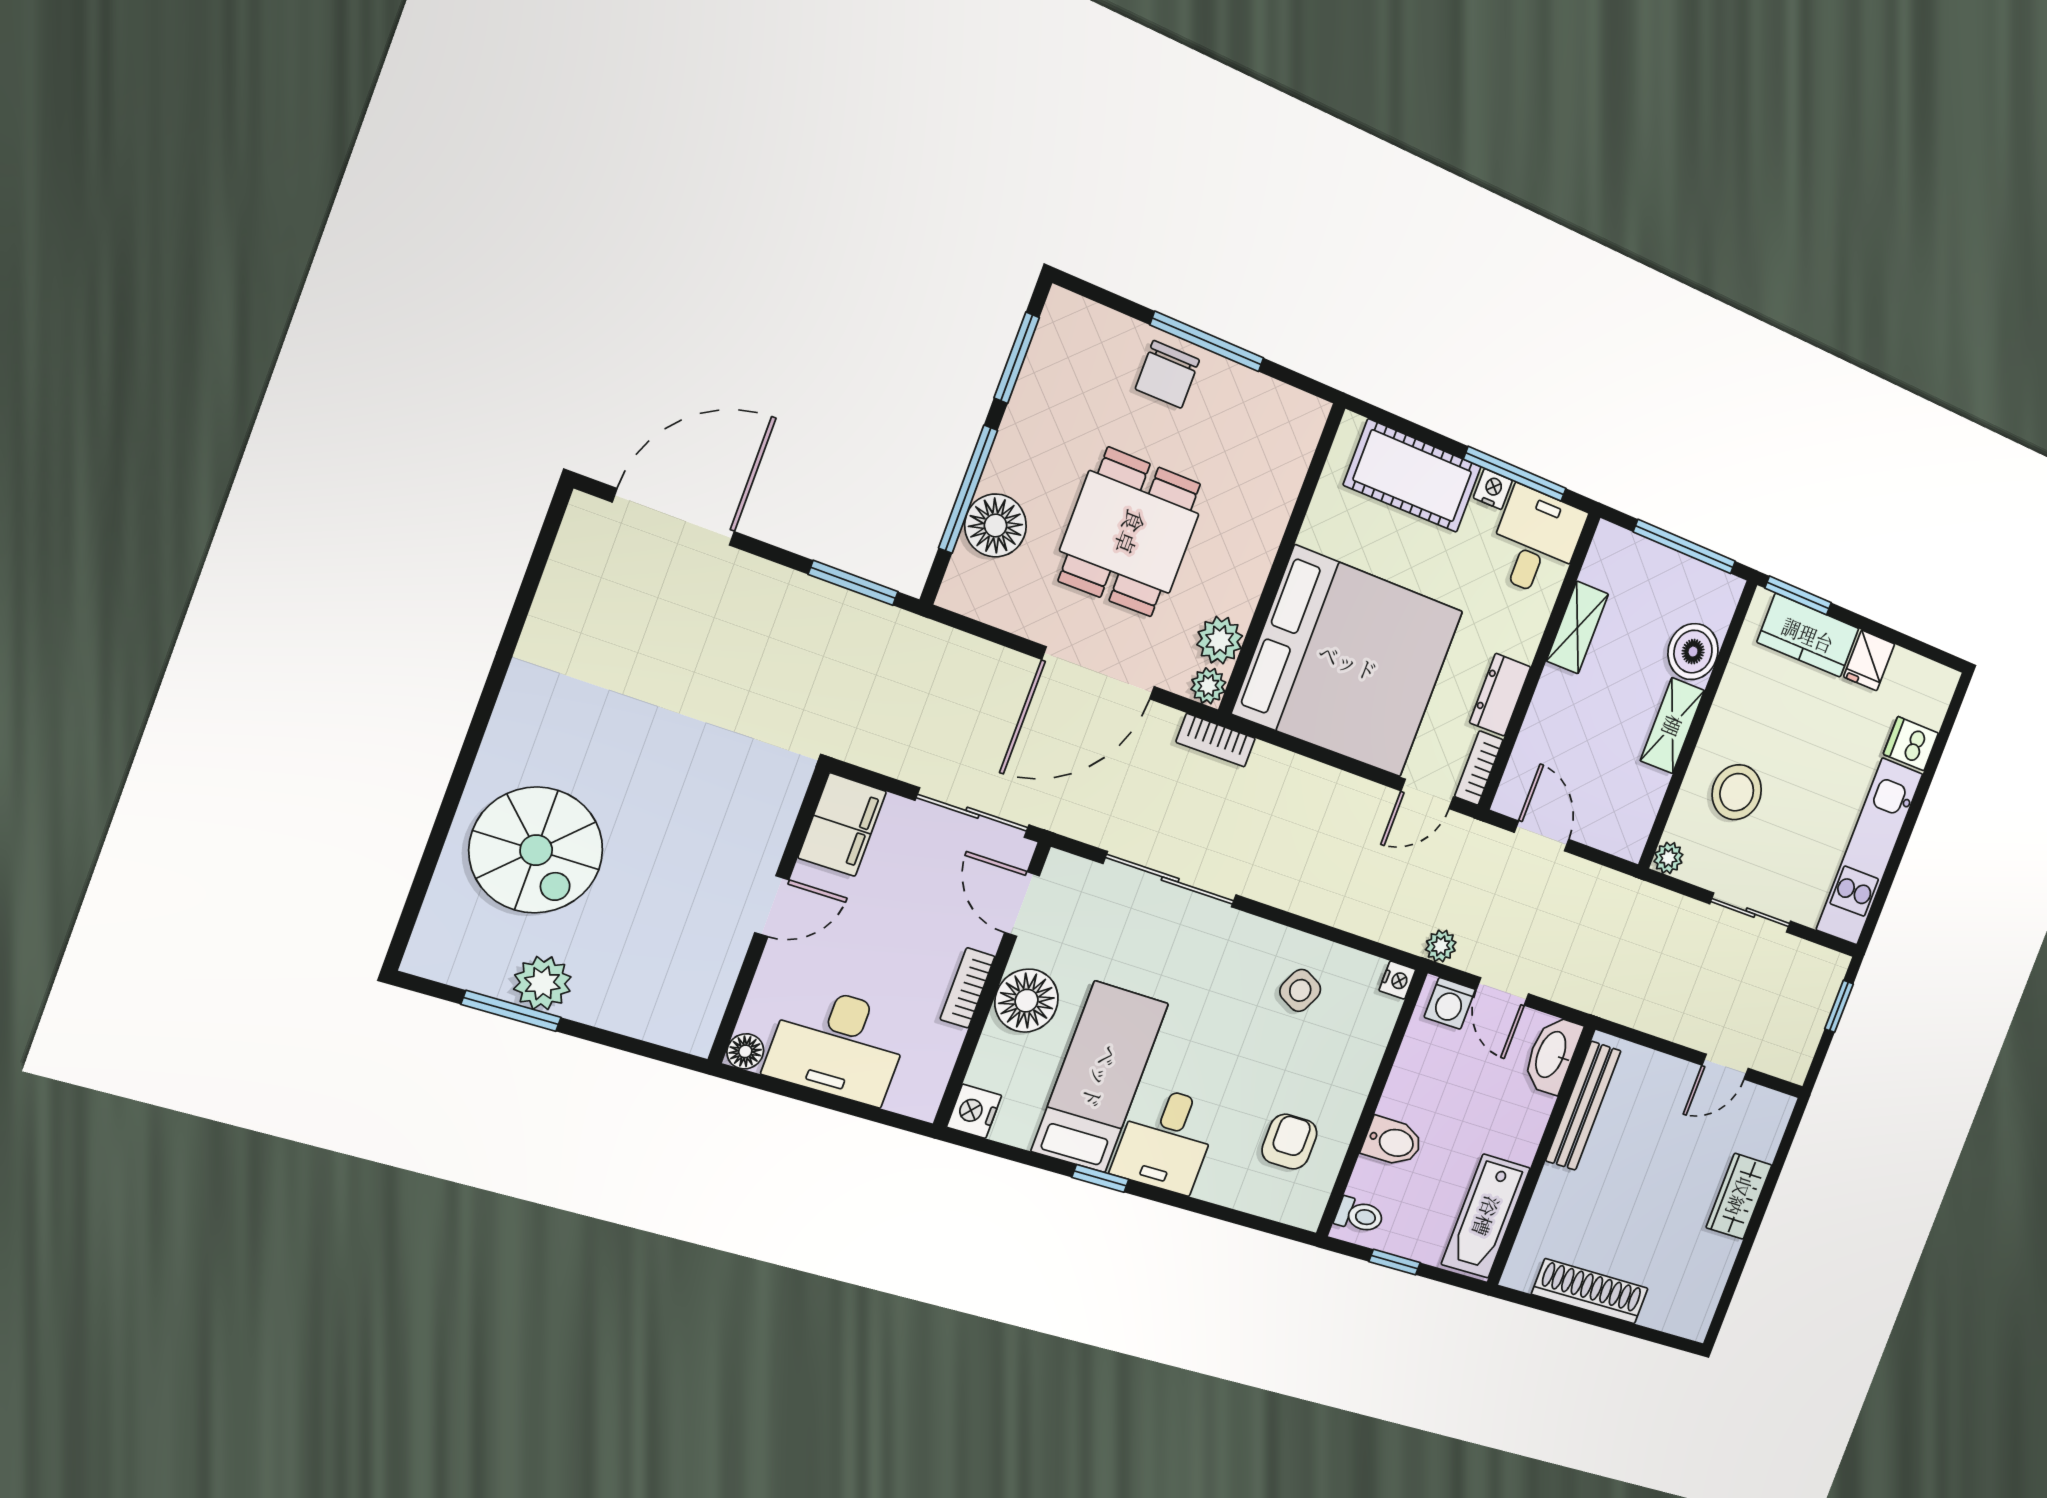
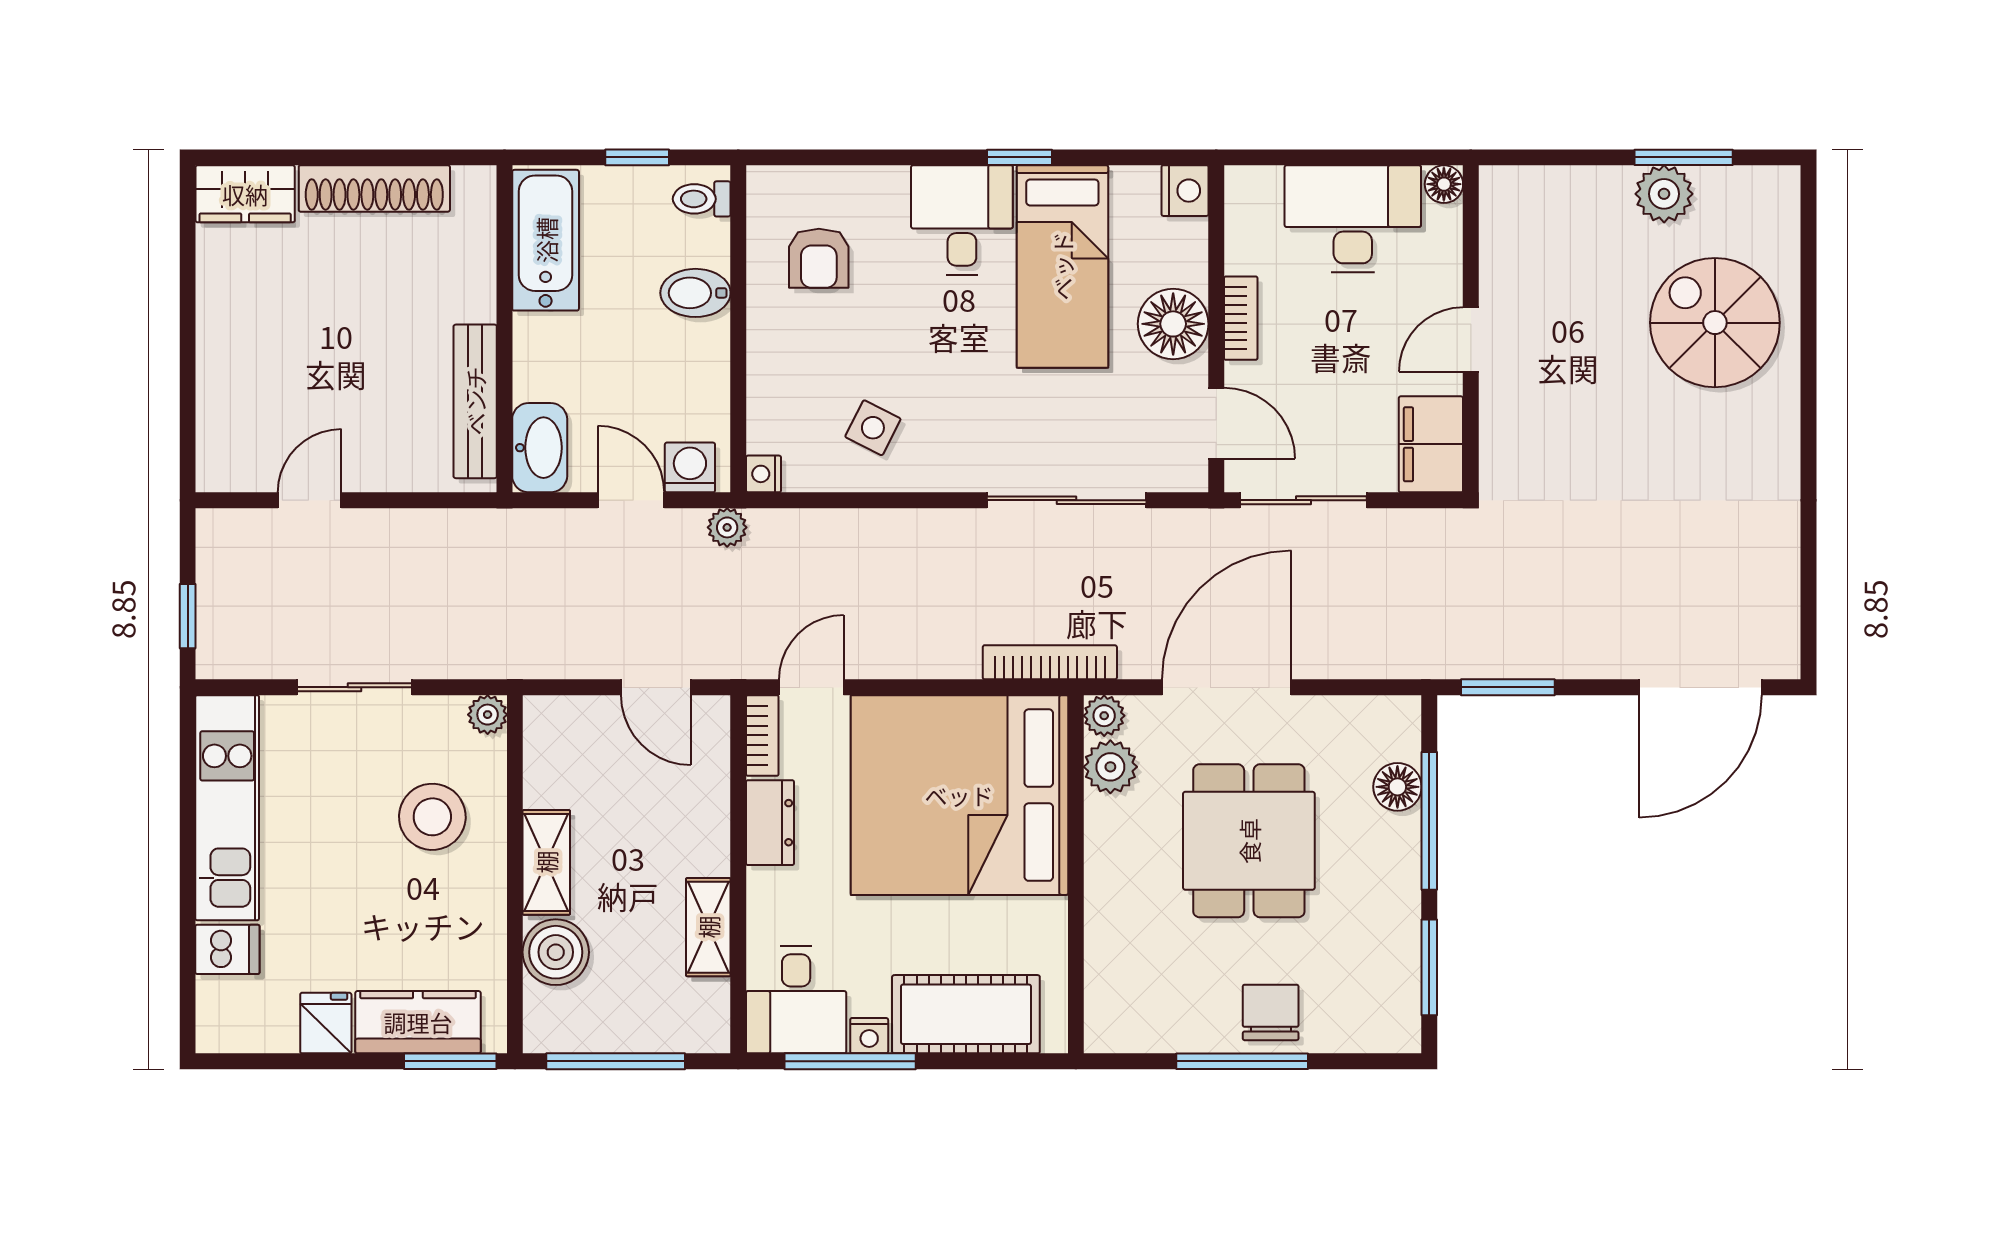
floor lamp: (996, 525) -> (1397, 787), width x0.73, depth x0.73
bookcase: (1216, 740) -> (1050, 662), width x1.56
wardrobe: (1739, 1196) -> (245, 194), moved, turned 90

